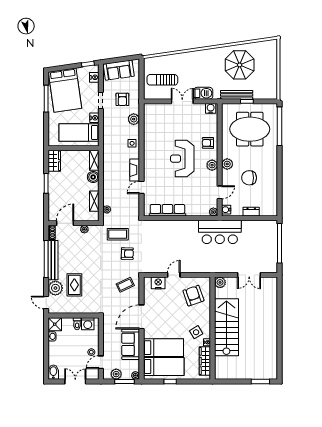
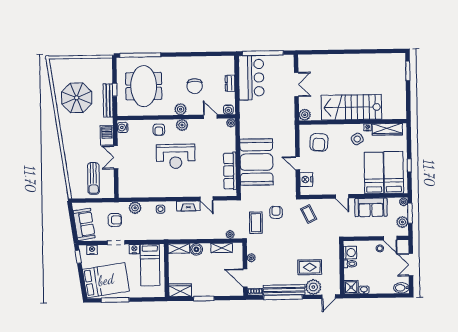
bar counter: (220, 232) -> (251, 78), moved
booth: (176, 236) -> (256, 162), added
armchair: (193, 296) -> (319, 142), turned -67
door: (141, 317) -> (342, 196), width x0.53

